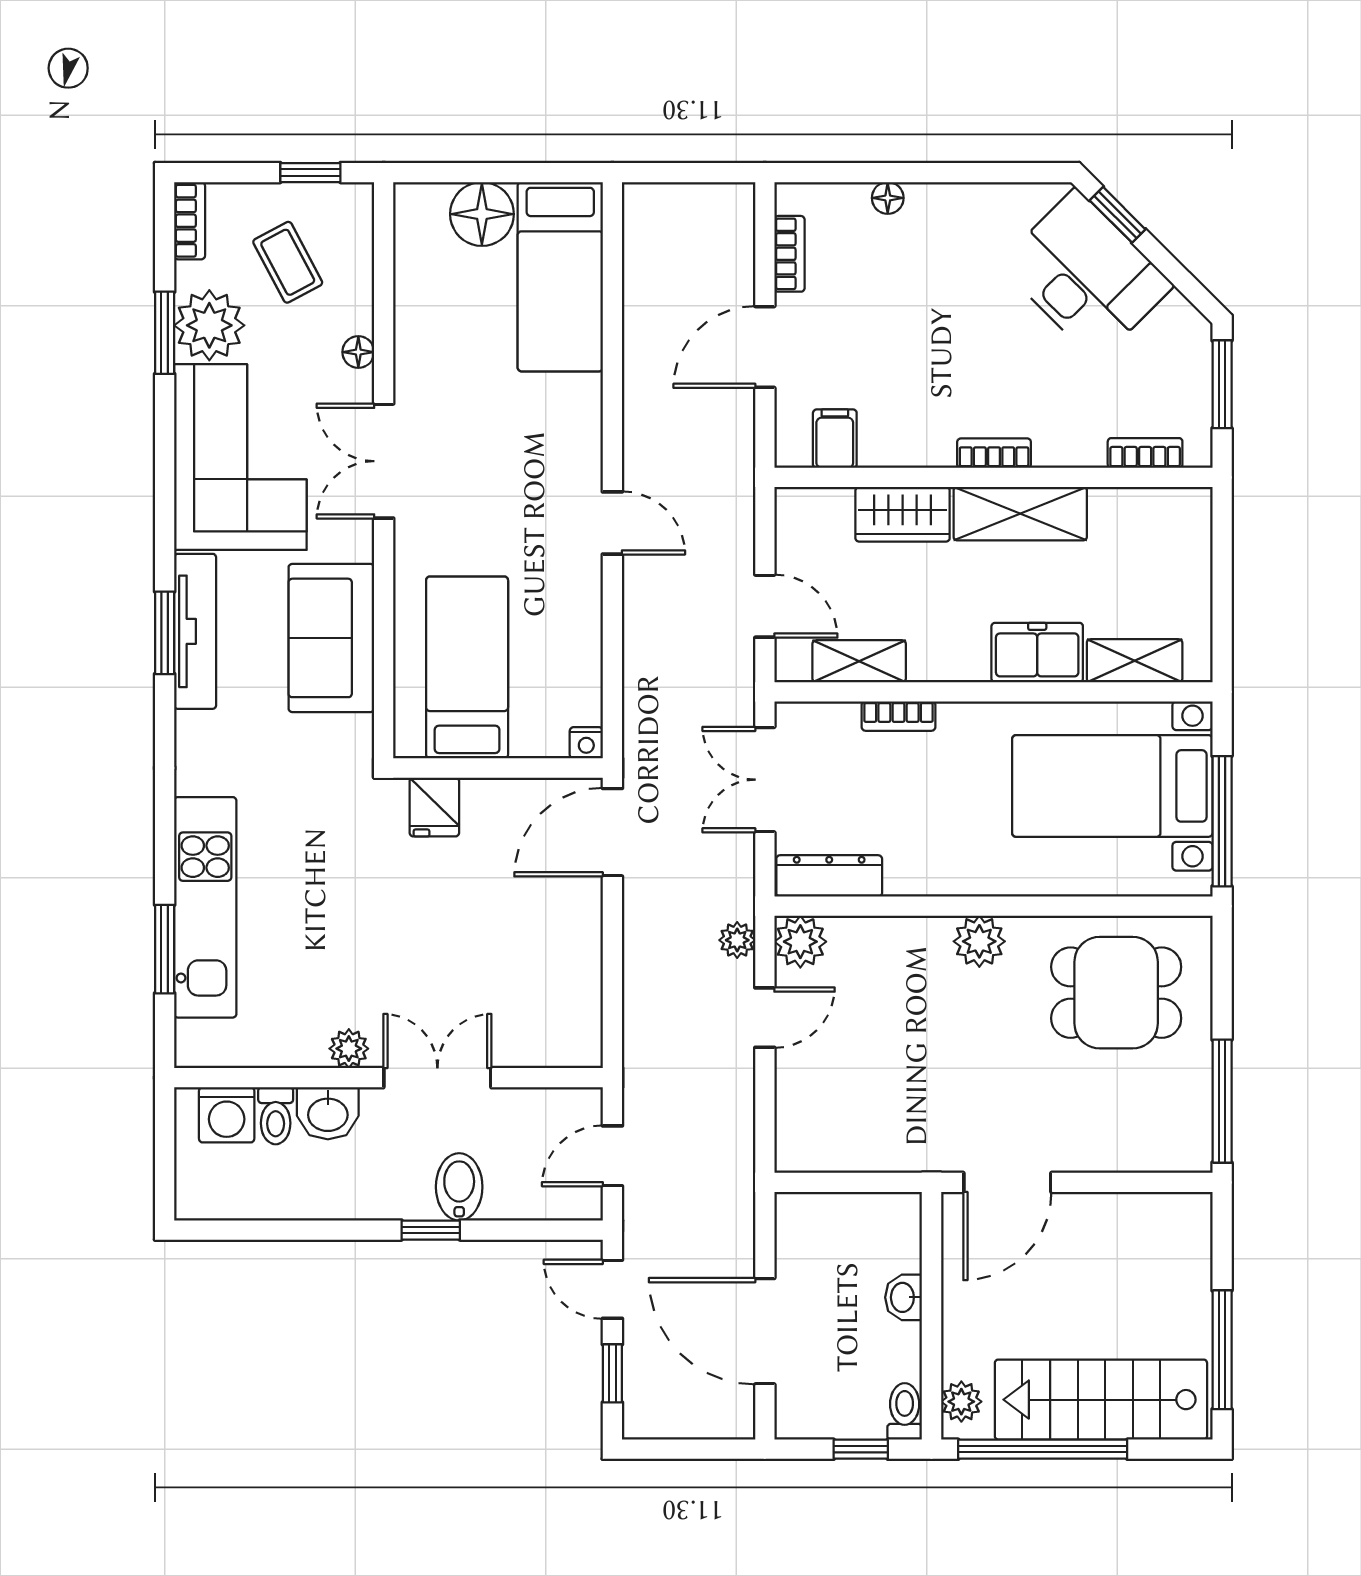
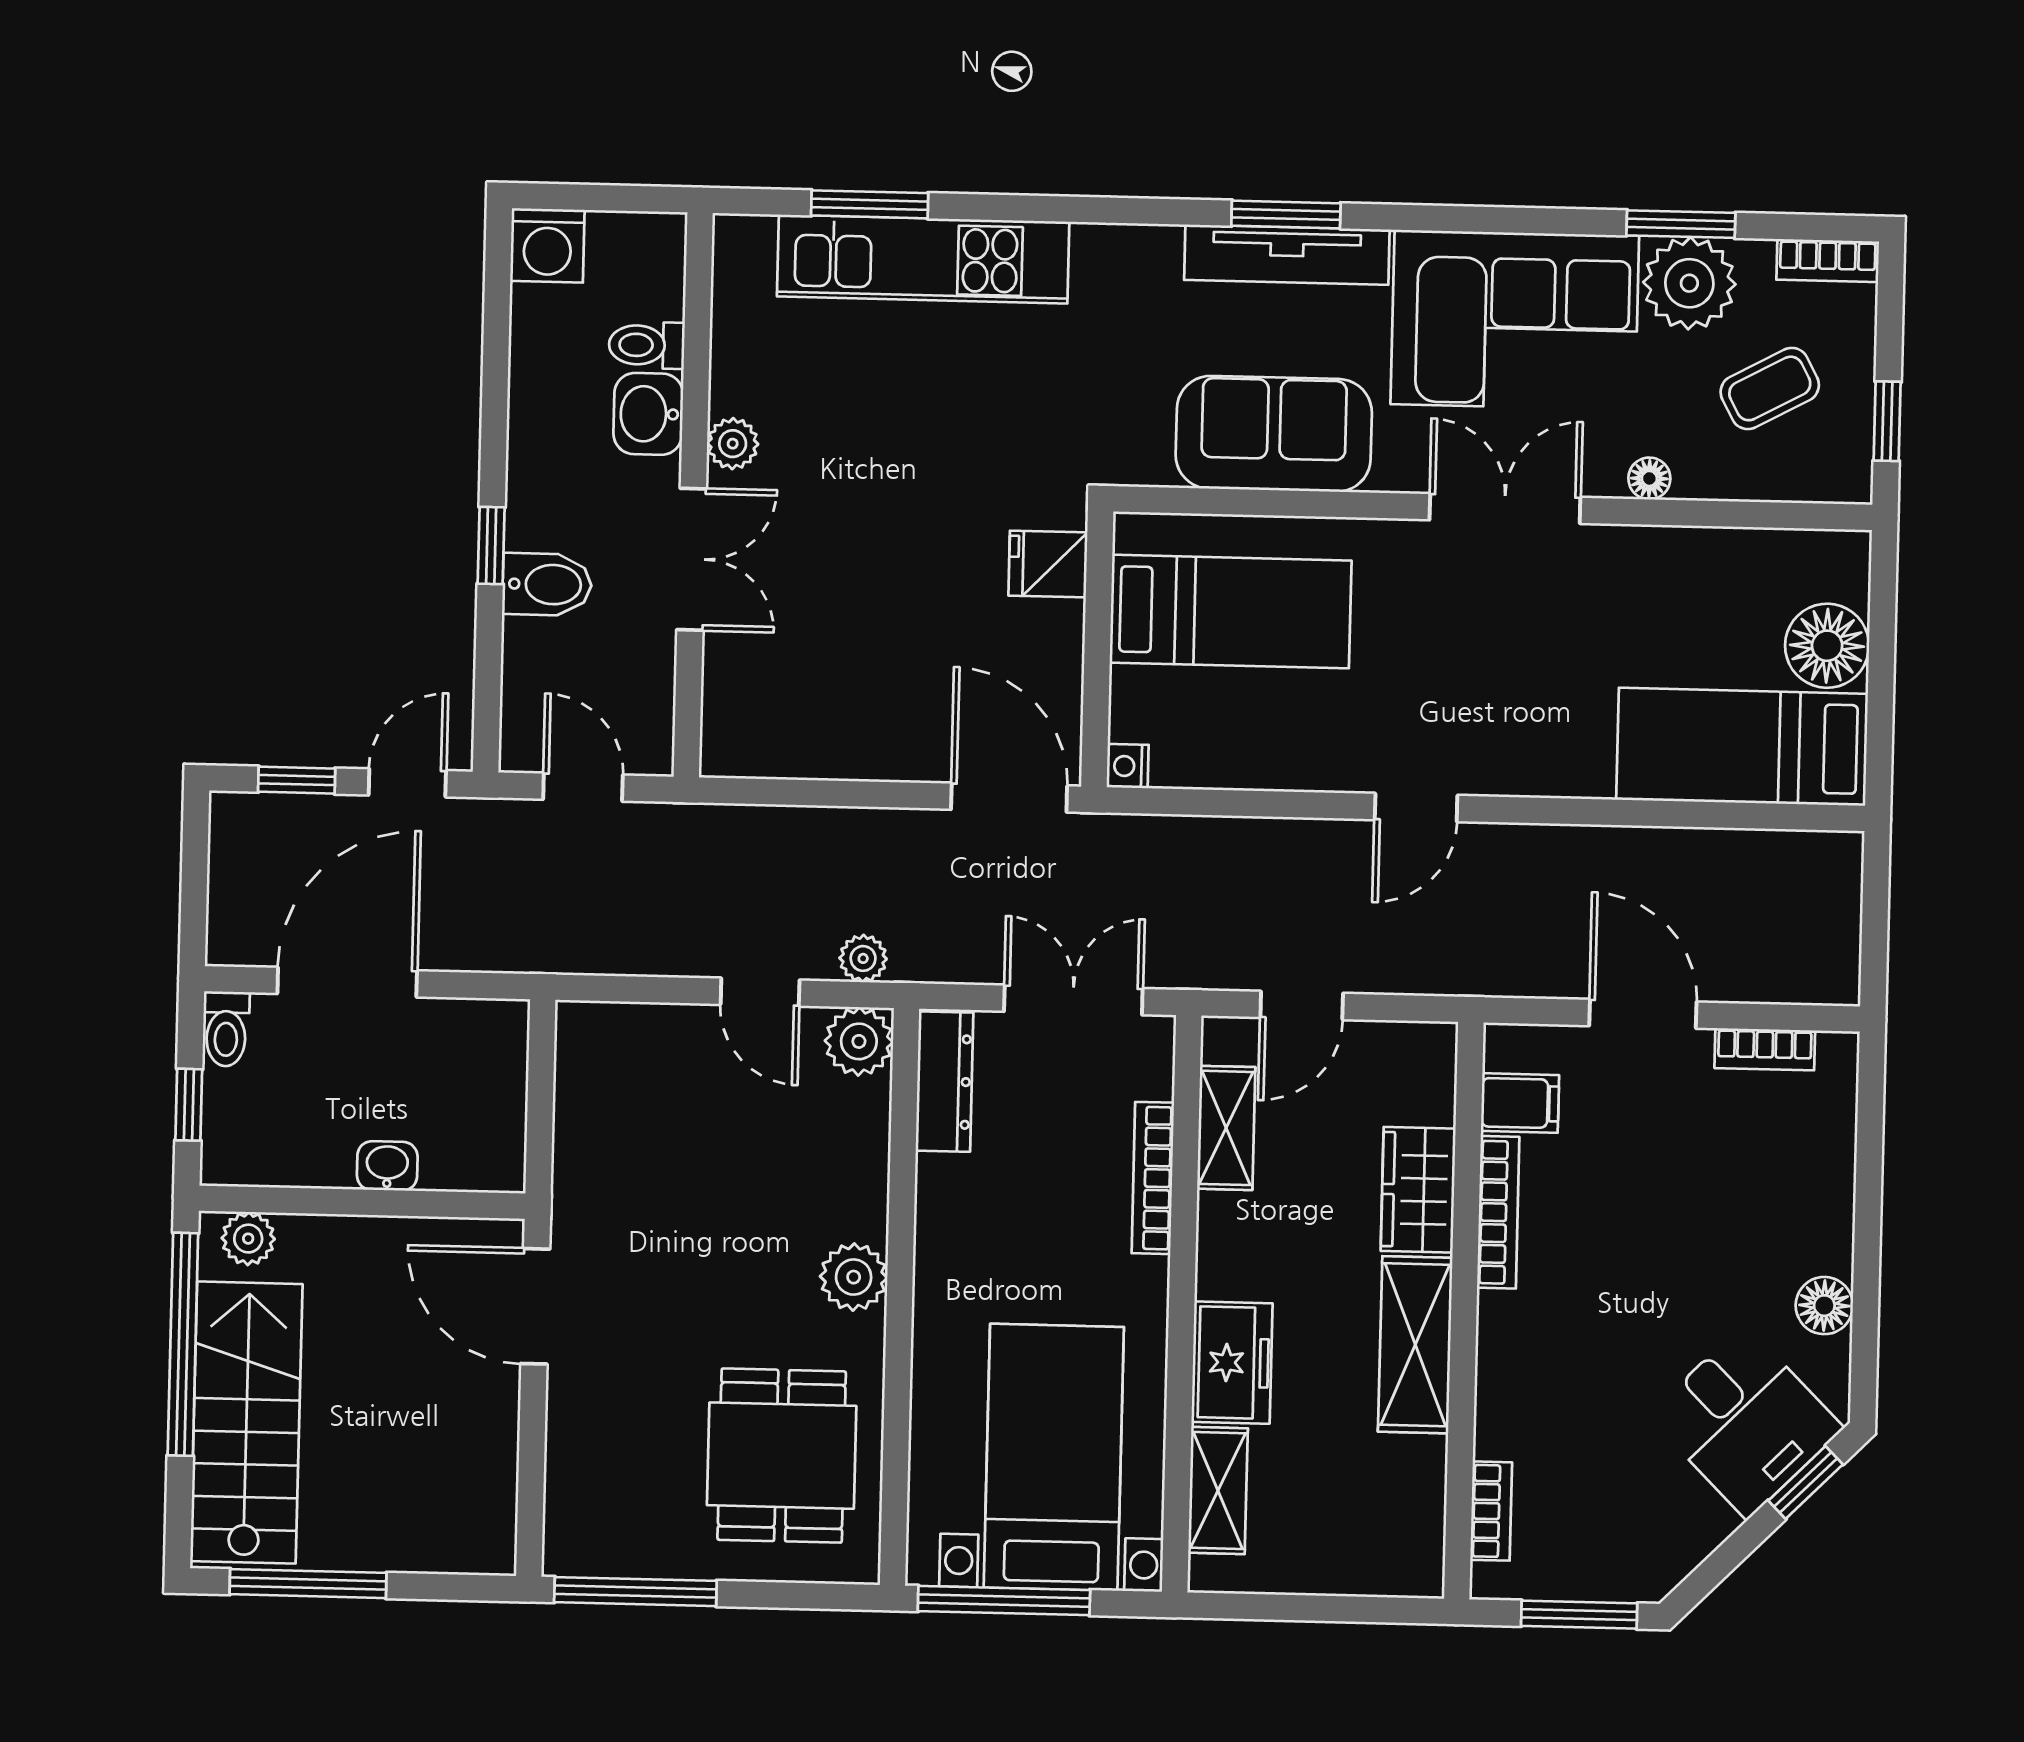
floor lamp: (888, 198) -> (1824, 1306), moved, width x1.37, depth x1.37
desk: (1086, 275) -> (1746, 1422), width x0.73
bookcase: (994, 453) -> (1498, 1212), moved, width x1.56
bookcase: (899, 716) -> (1153, 1178), width x1.56
washing machine: (227, 1115) -> (547, 245), moved, turned -90
toilet: (905, 1411) -> (226, 1029), moved, turned 90

